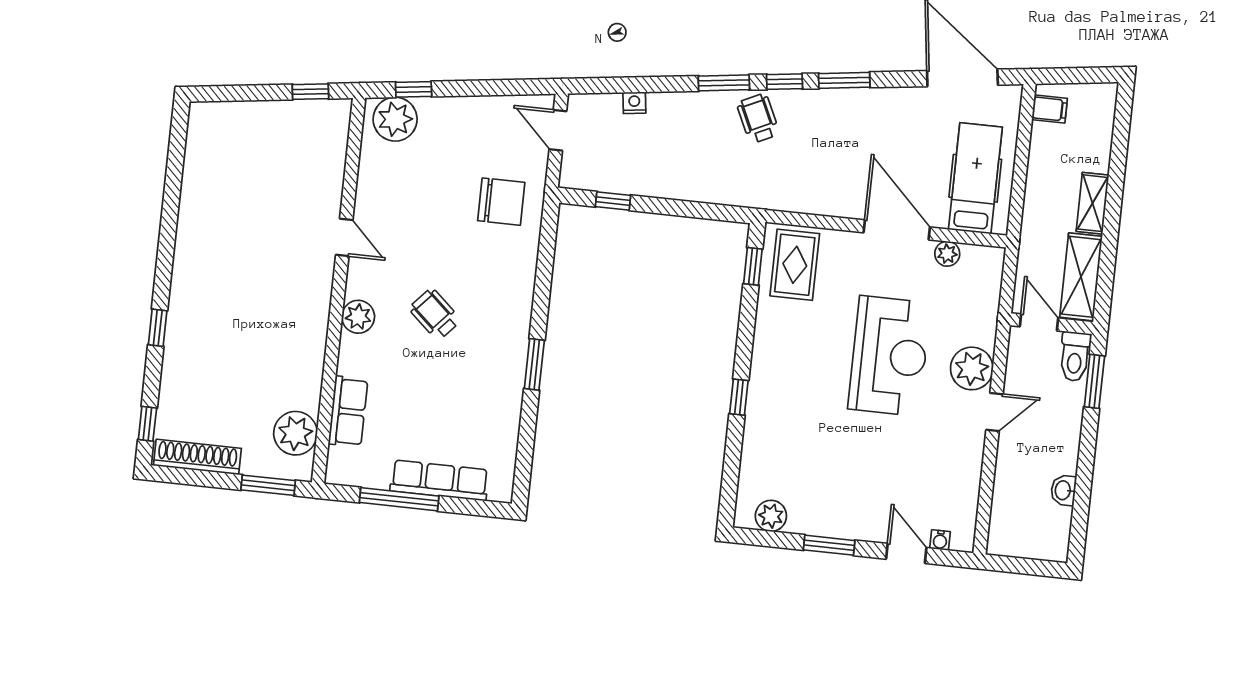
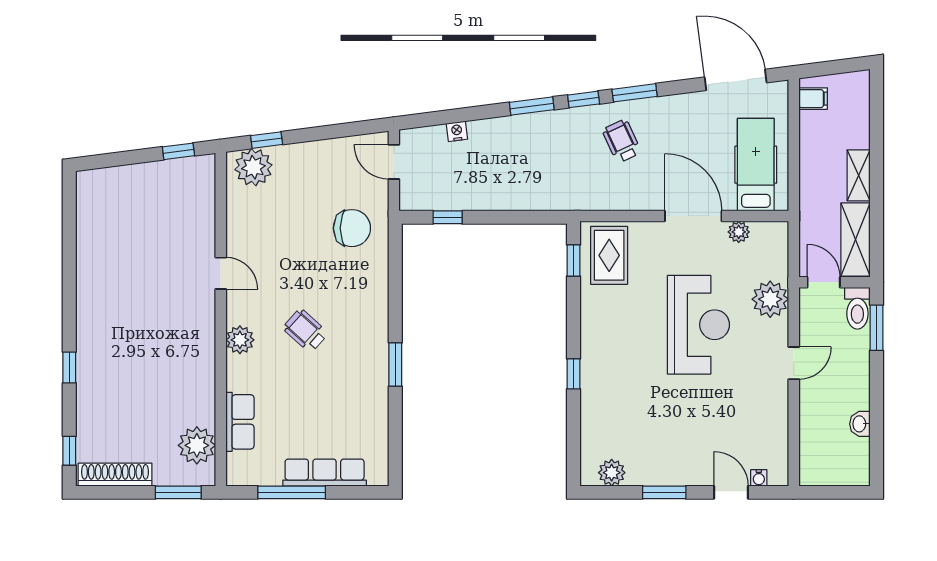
wheelchair: (758, 118) -> (622, 141), moved
plant: (972, 368) -> (770, 299), moved

